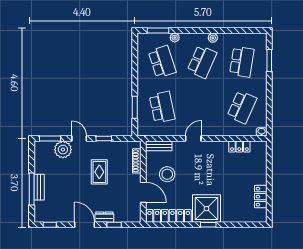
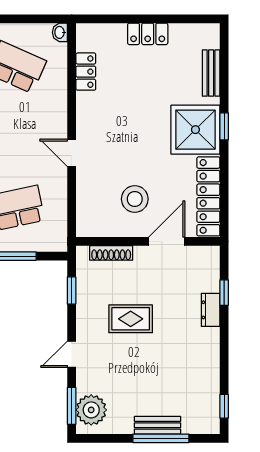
window: (104, 138) -> (72, 290), moved
bench: (159, 146) -> (211, 73), moved
plant: (63, 150) -> (91, 410), moved
locker: (261, 197) -> (148, 34), moved
door: (85, 225) -> (224, 345), removed

